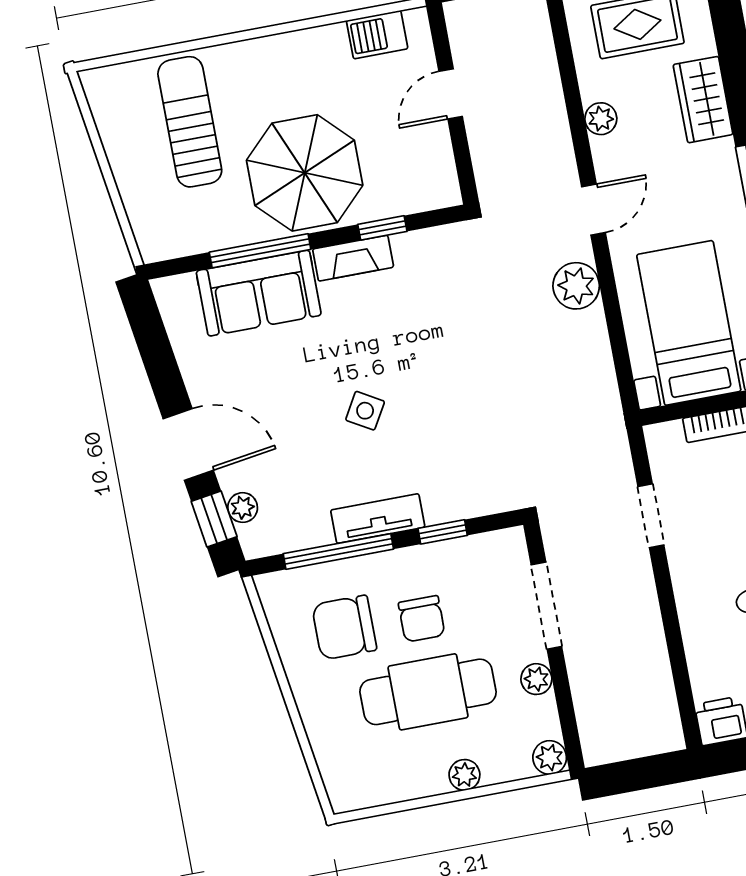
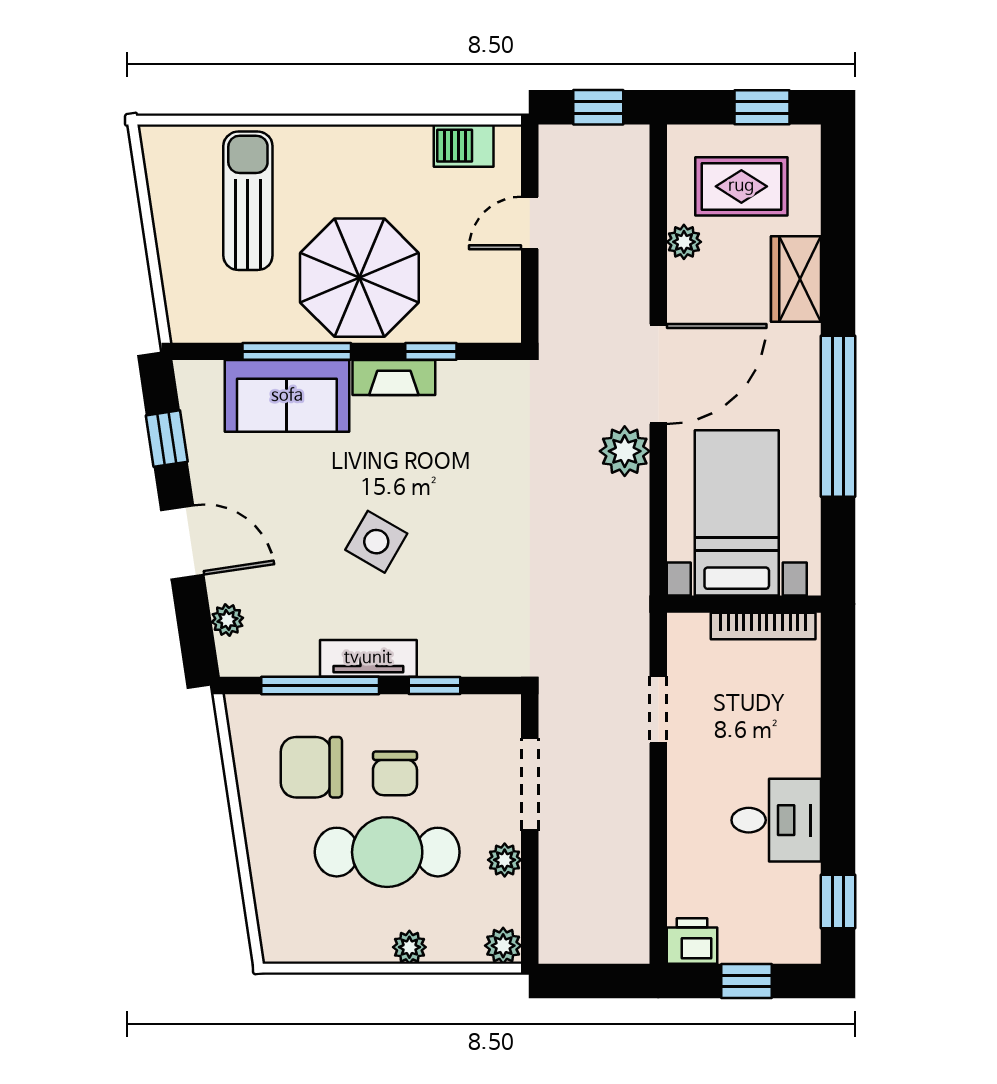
plant: (601, 119) -> (684, 242), moved
door: (594, 210) -> (658, 374), width x1.87
side table: (365, 411) -> (376, 542), width x1.37, depth x1.37
window: (214, 519) -> (167, 439), moved

